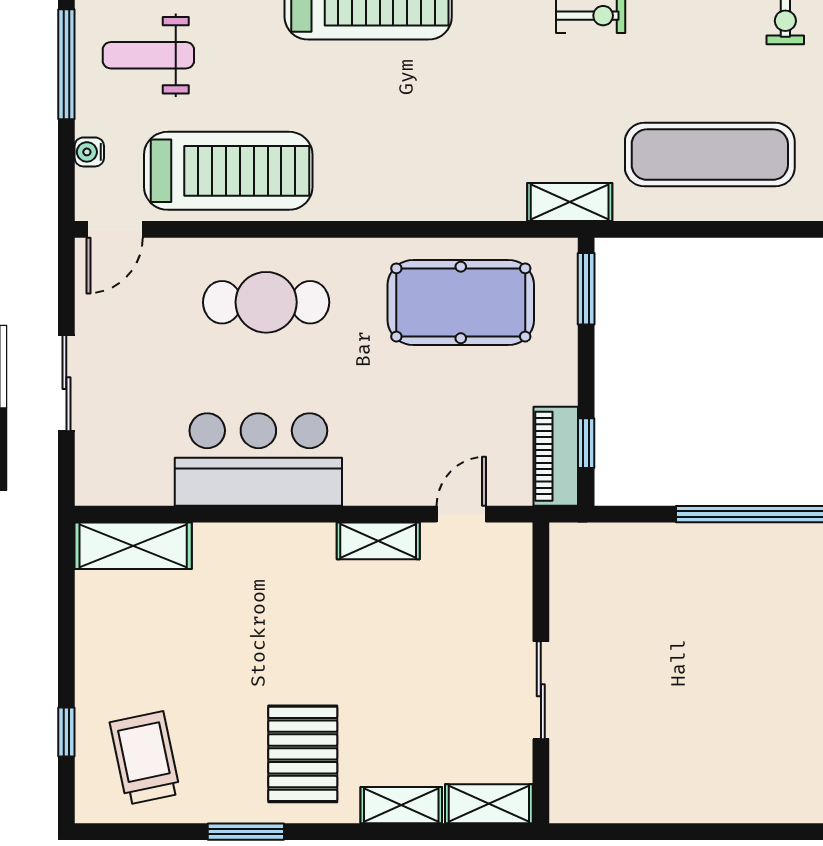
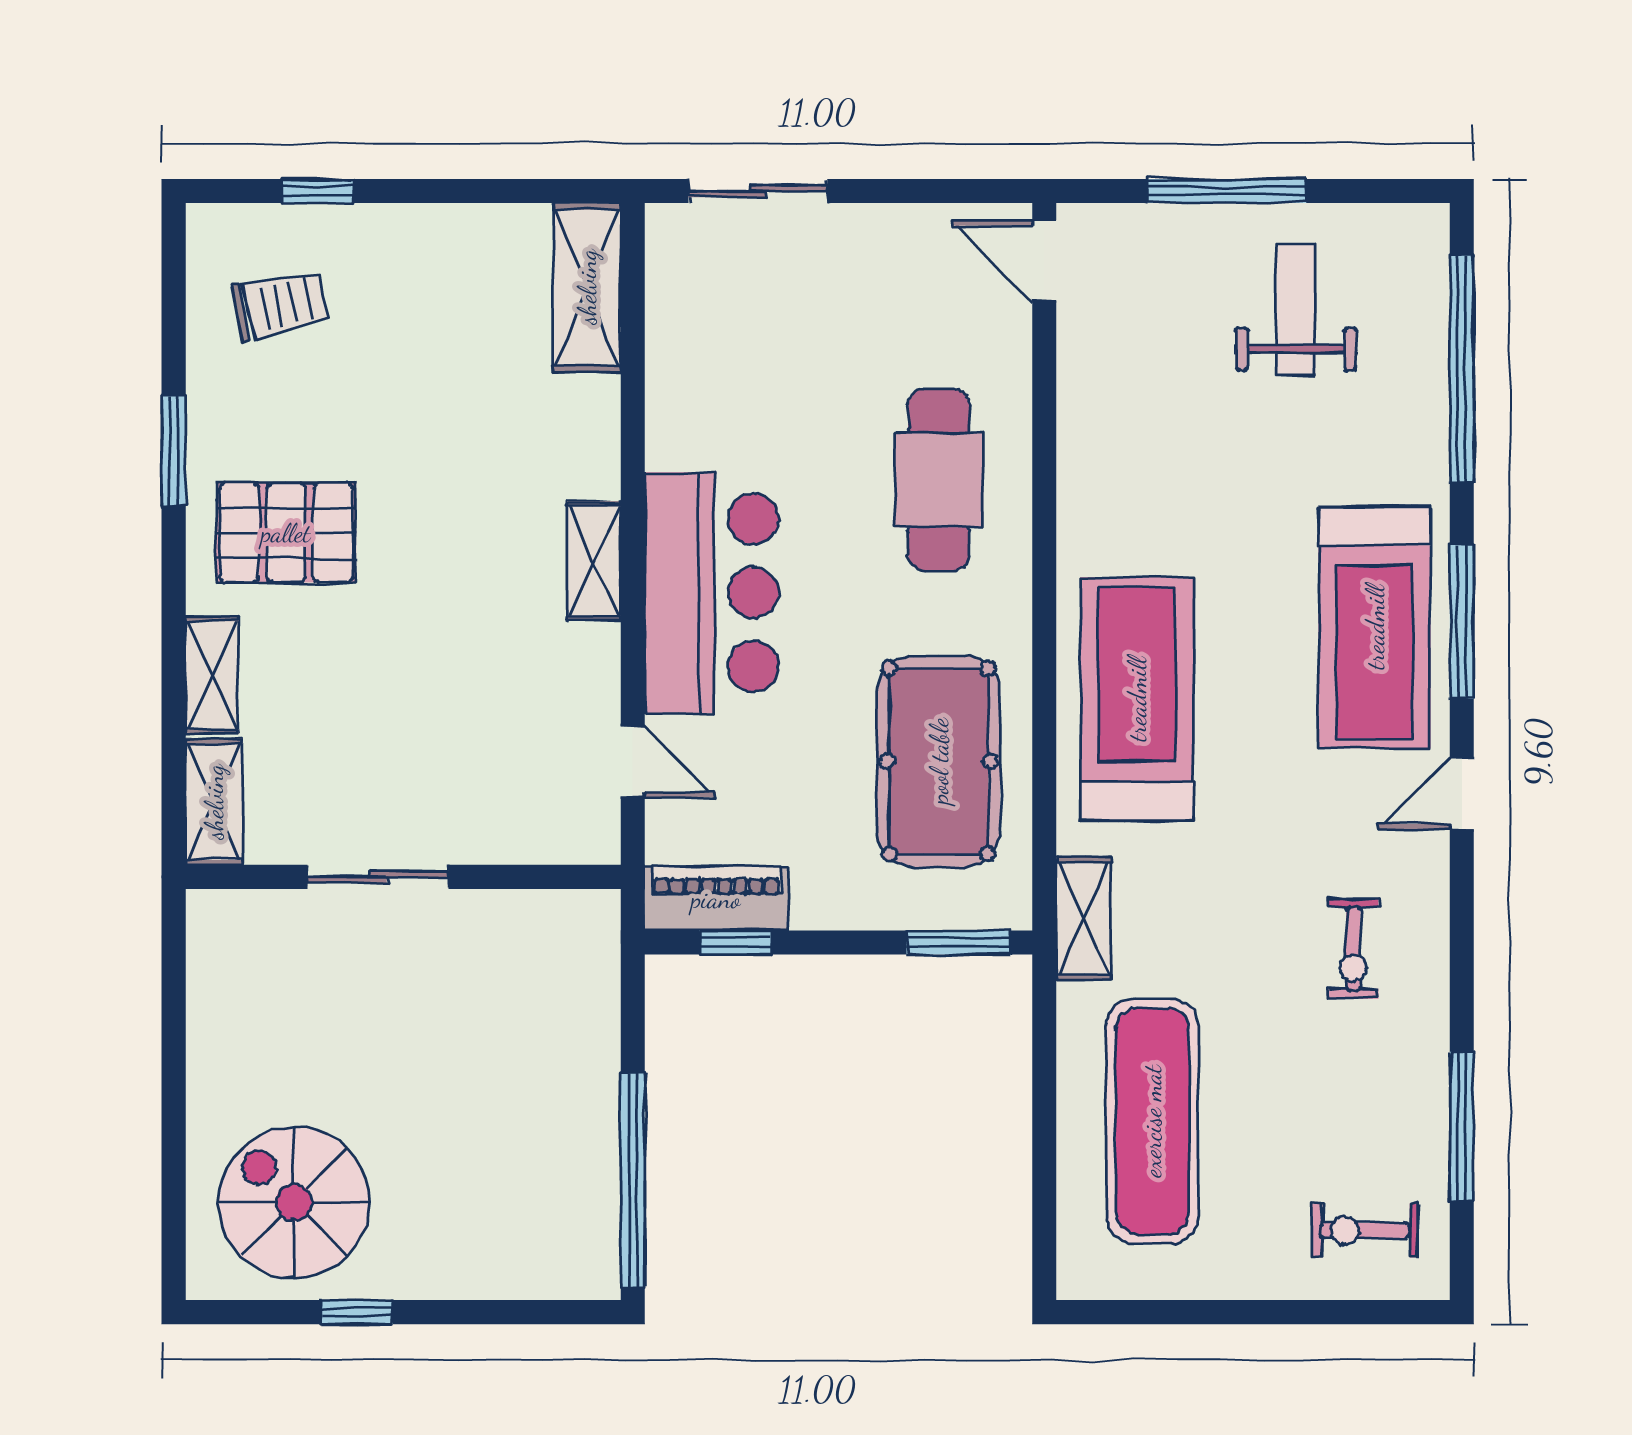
window: (66, 64) -> (1227, 191), moved
water cooler: (89, 152) -> (1156, 224), removed
treadmill: (228, 171) -> (1137, 699), moved, turned 180
sliding door: (66, 383) -> (758, 191), moved
bar counter: (258, 459) -> (712, 593), moved
shelving: (378, 541) -> (594, 561), moved
spiral stairs: (766, 748) -> (294, 1202), added
trolley: (145, 758) -> (280, 305), width x0.73, depth x0.72

